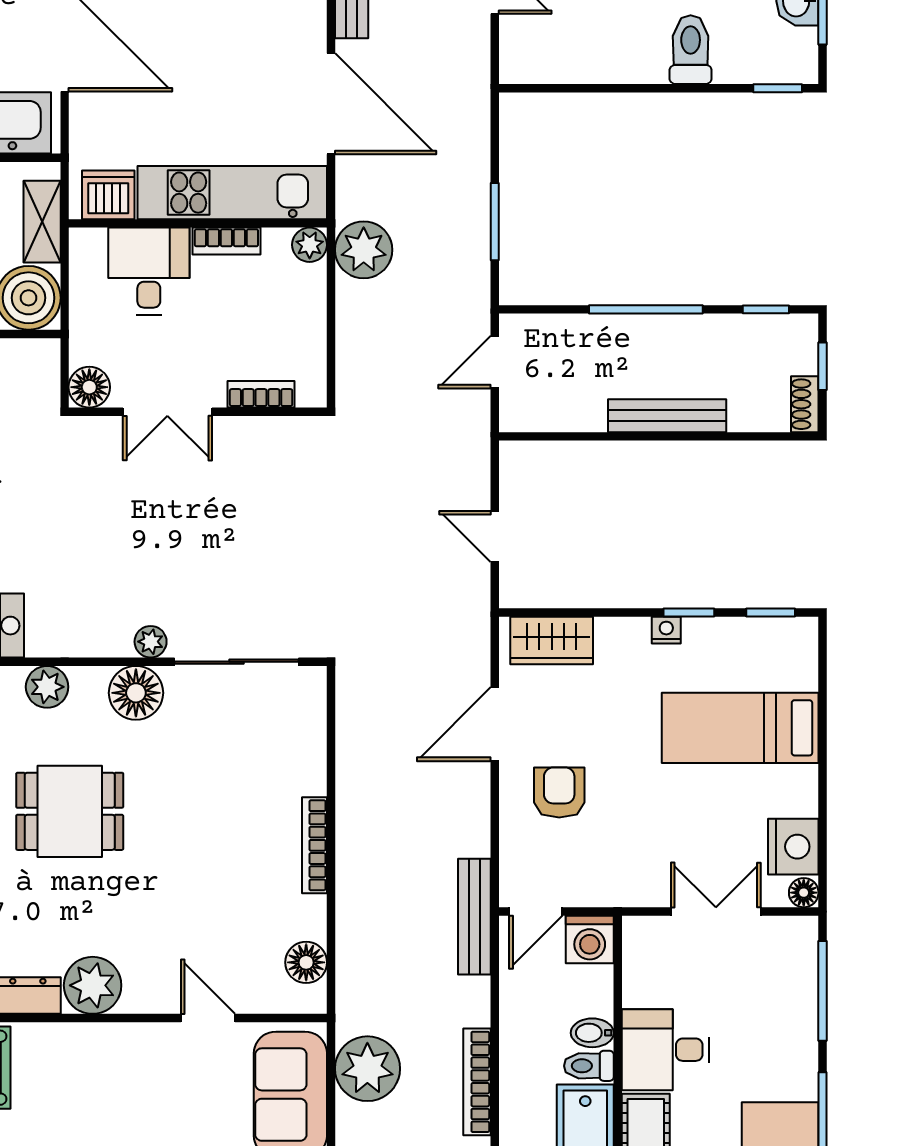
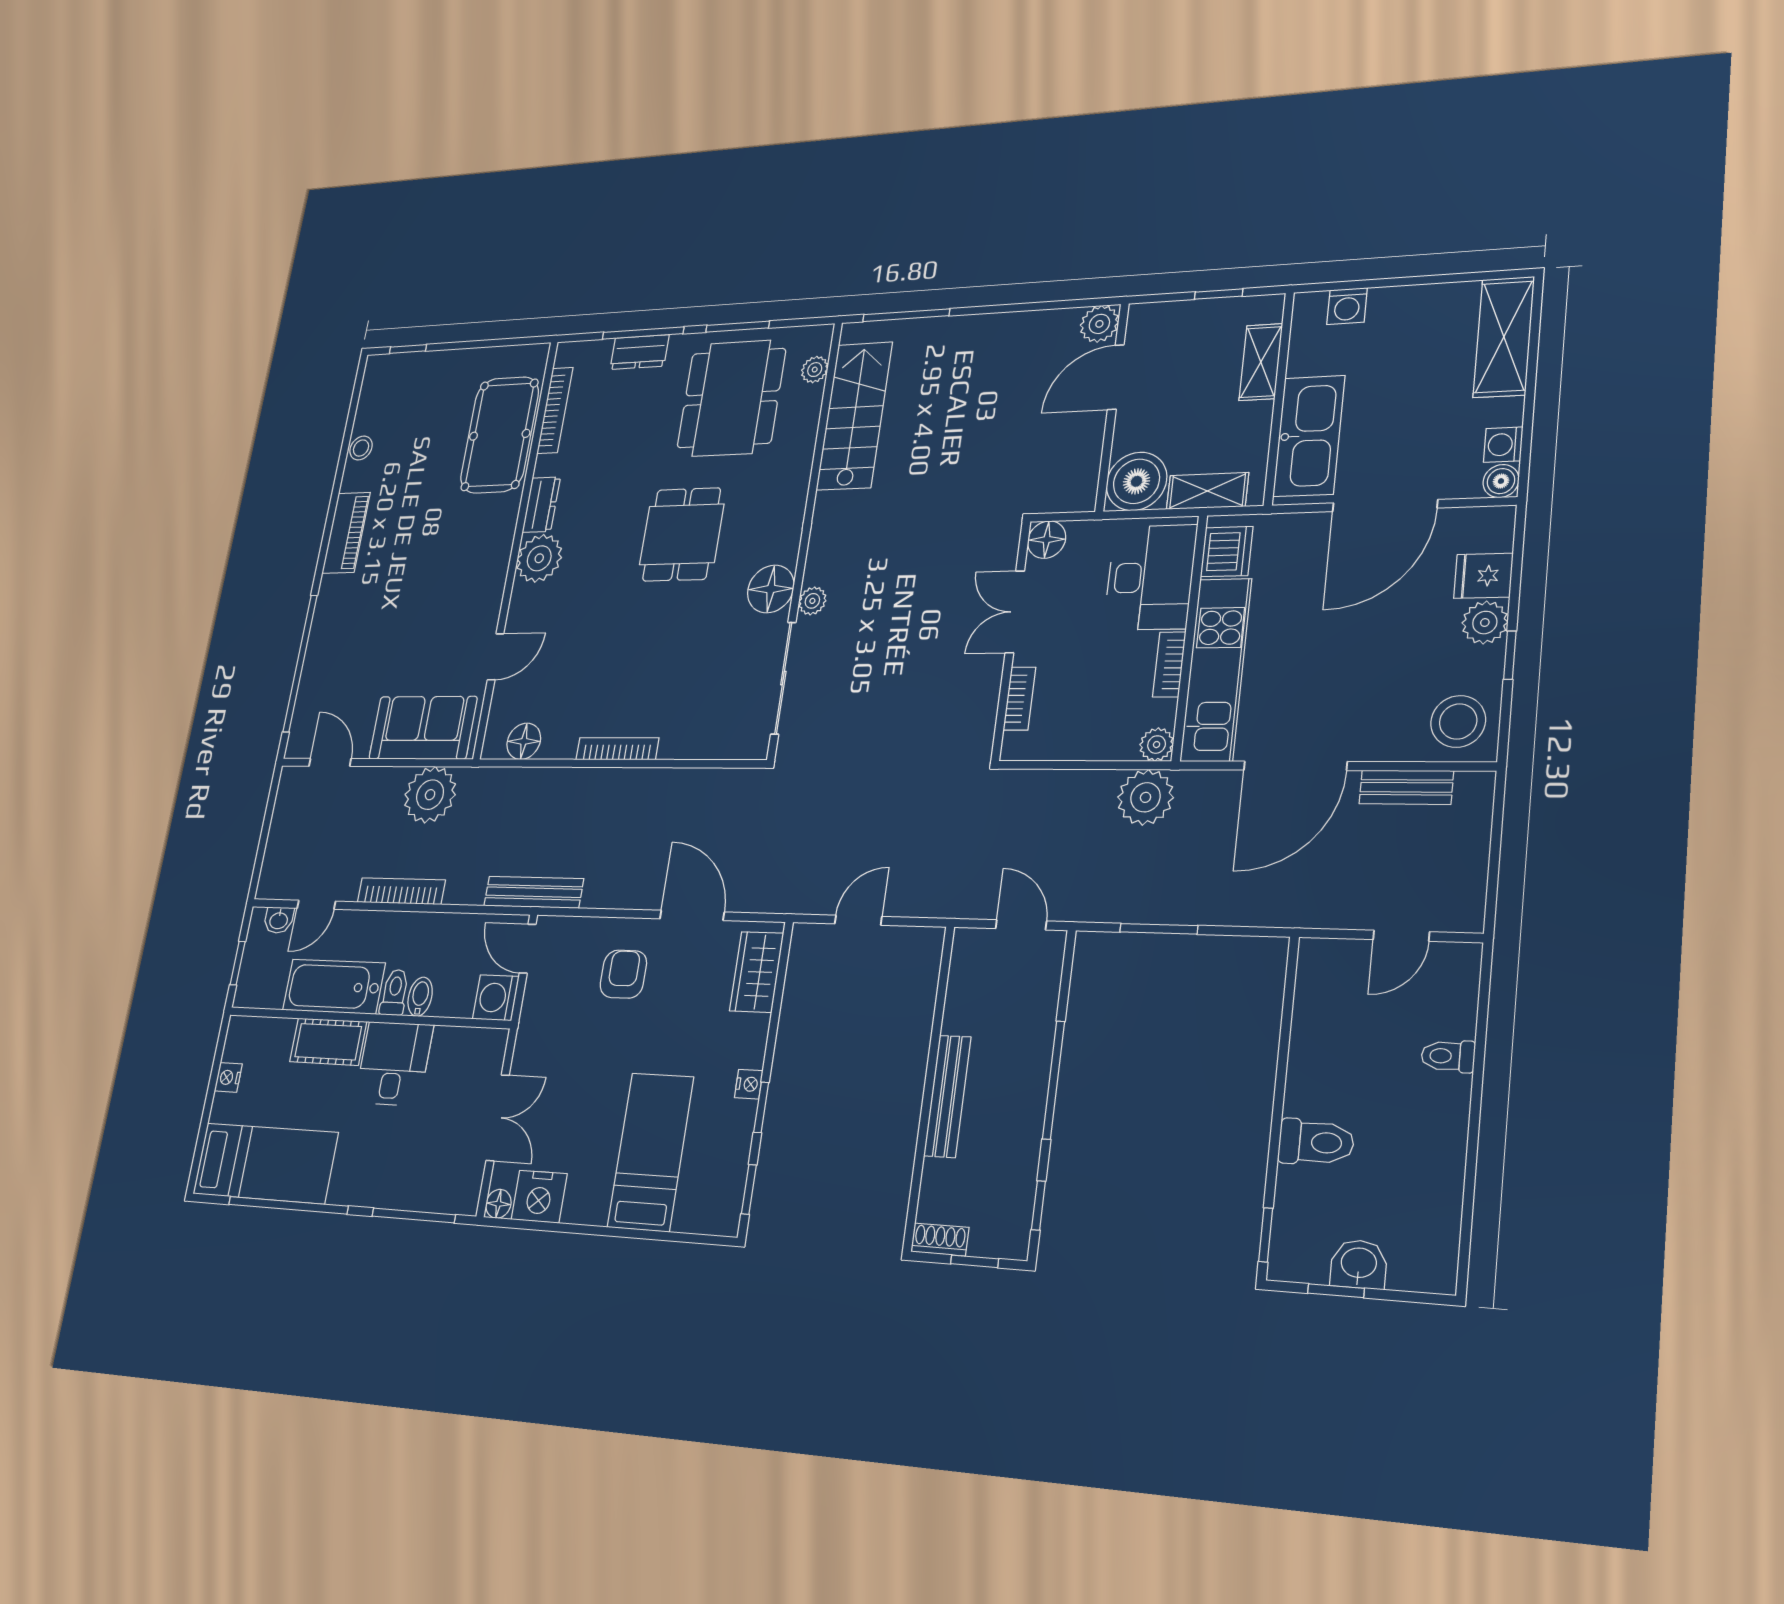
desk: (149, 271) -> (1150, 577), width x1.37
plant: (47, 687) -> (788, 511), removed
armchair: (559, 793) -> (623, 974), turned -90

